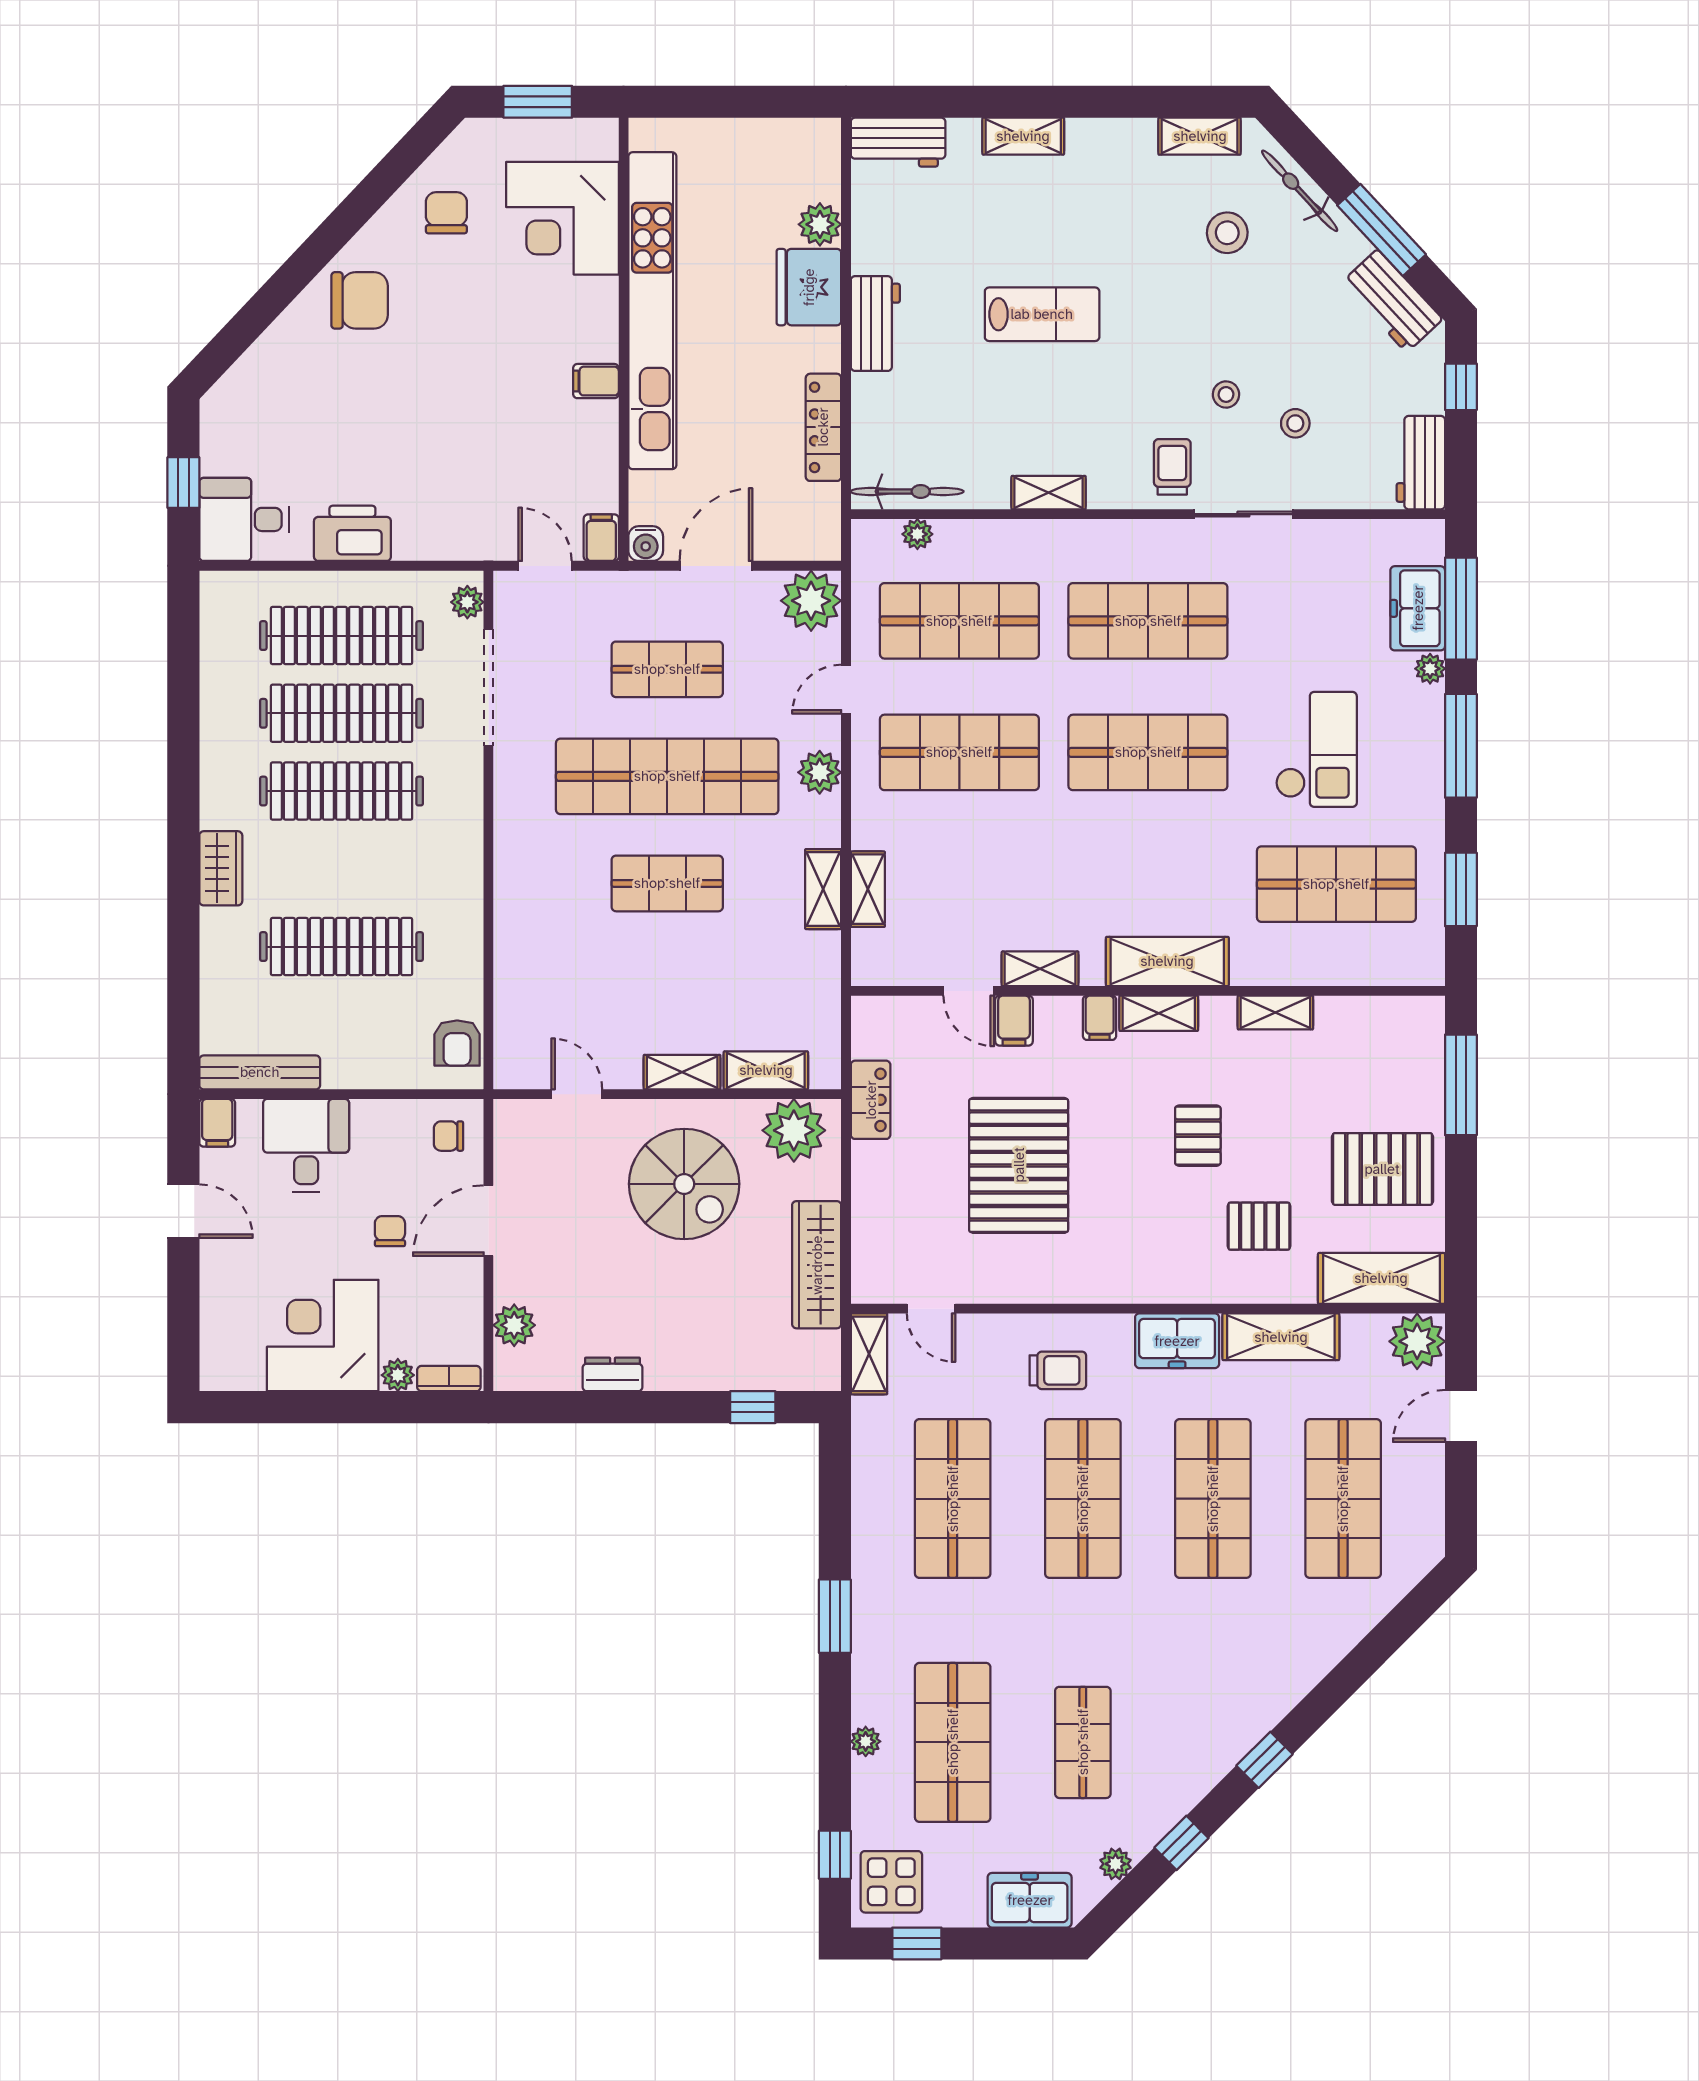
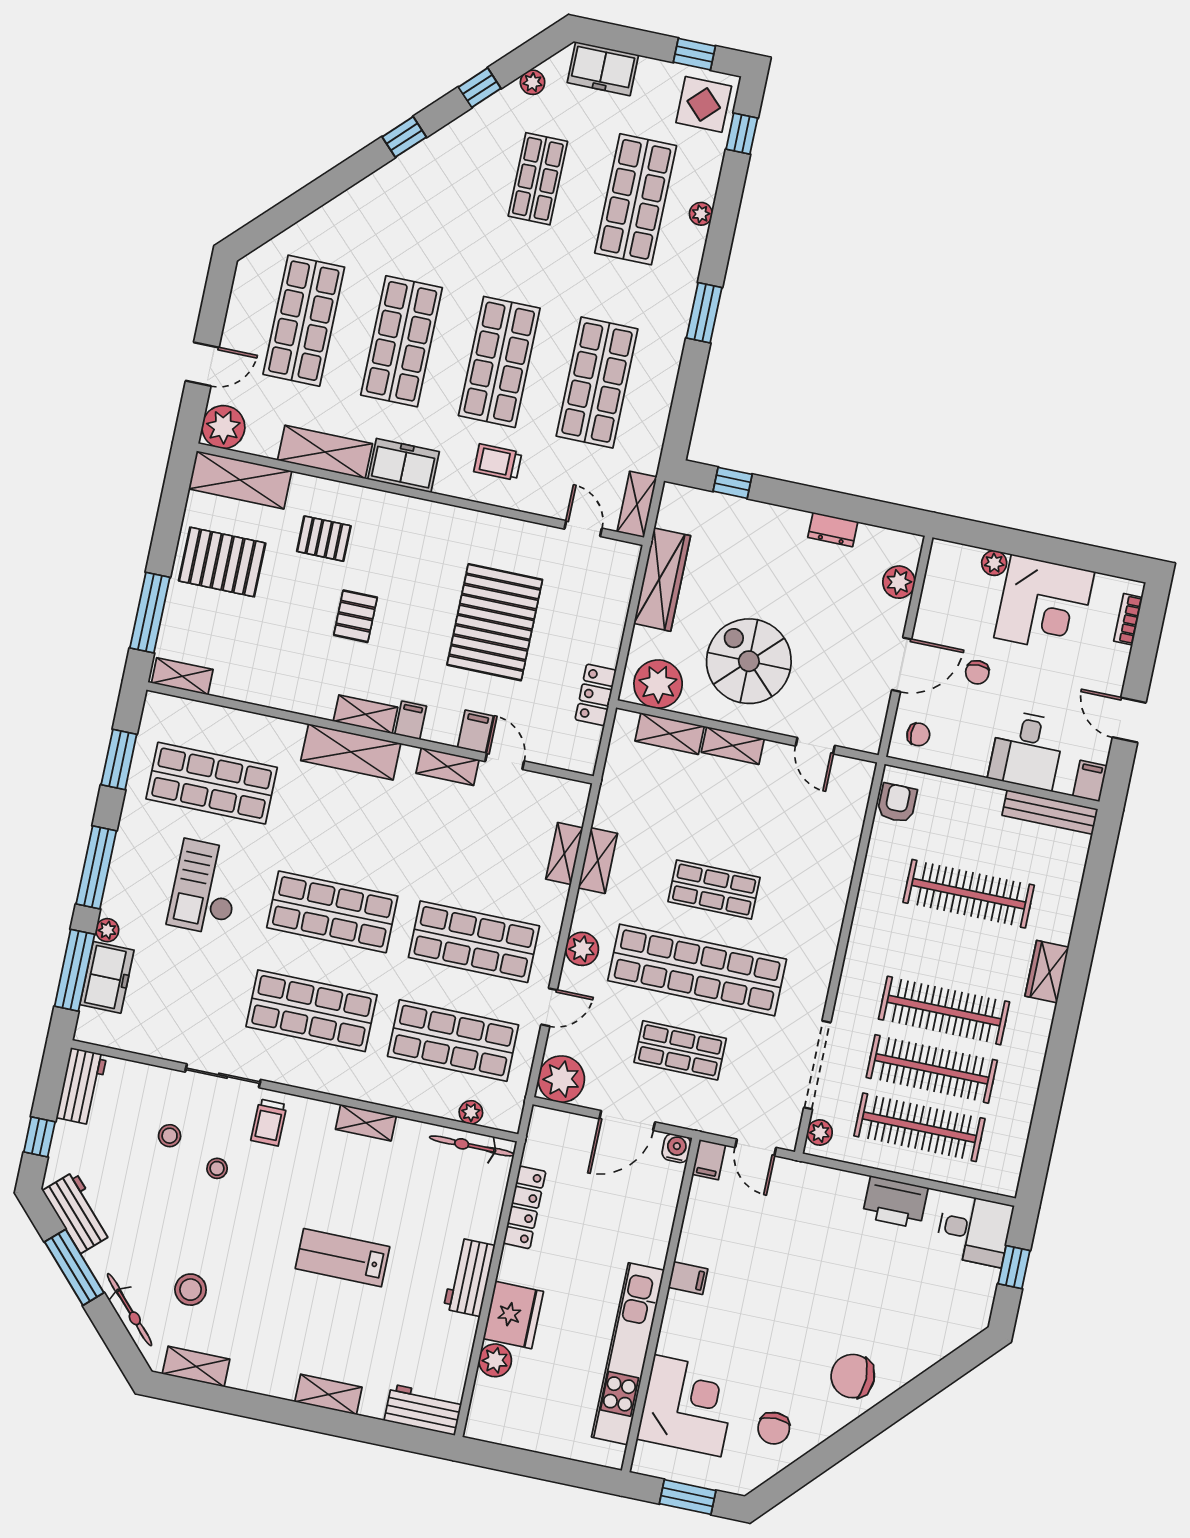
kitchen unit: (652, 311) -> (628, 1354), width x0.73
shelving: (1275, 1013) -> (182, 676), moved
bookcase: (449, 1379) -> (1128, 619), moved, turned 90

